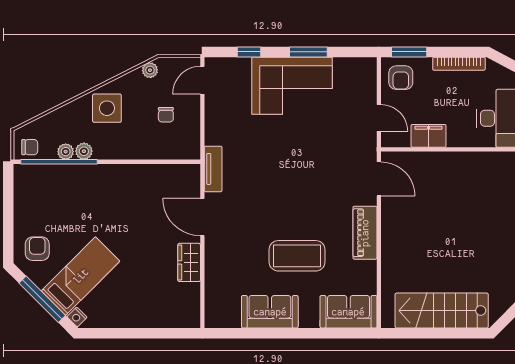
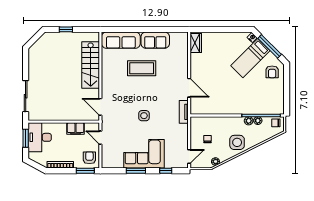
side table: (292, 161) -> (144, 116), added
piano: (365, 233) -> (107, 80), removed
wardrobe: (189, 262) -> (196, 43), moved
stairs: (442, 311) -> (91, 65), moved, turned 90
sofa: (348, 312) -> (121, 40), width x1.36
window: (448, 333) -> (66, 29), added

